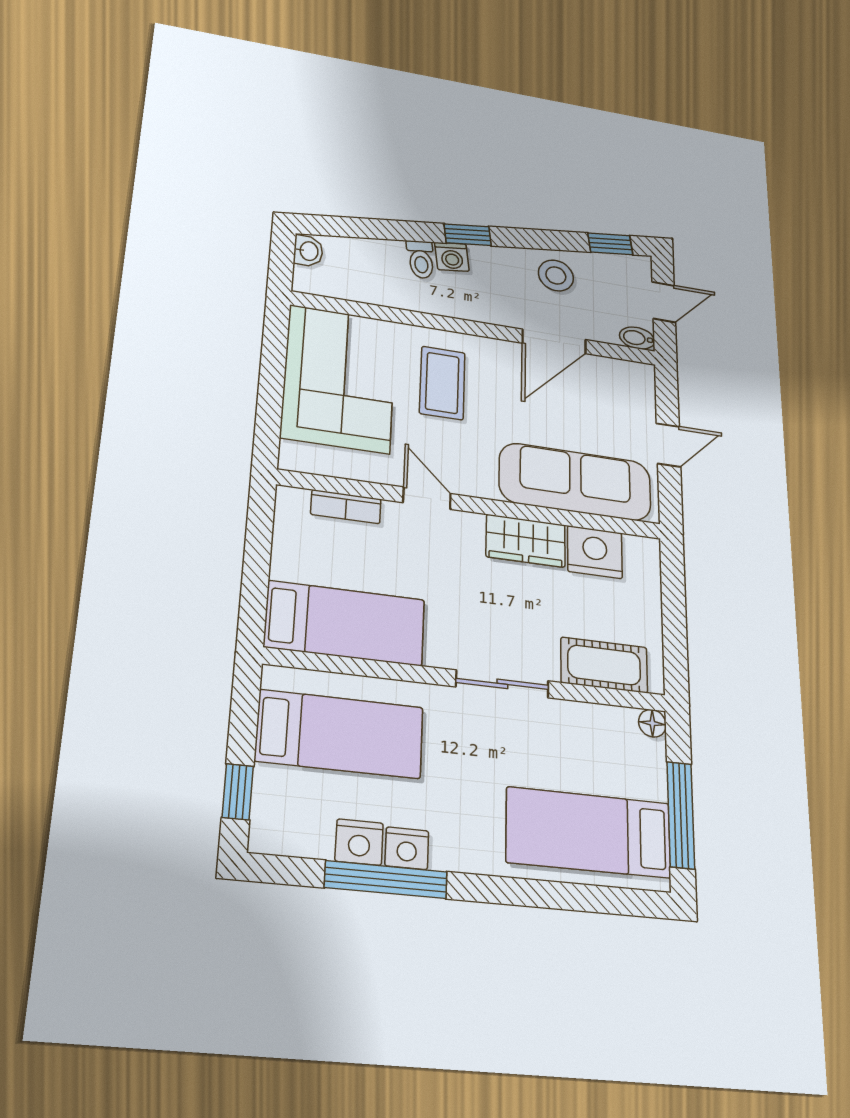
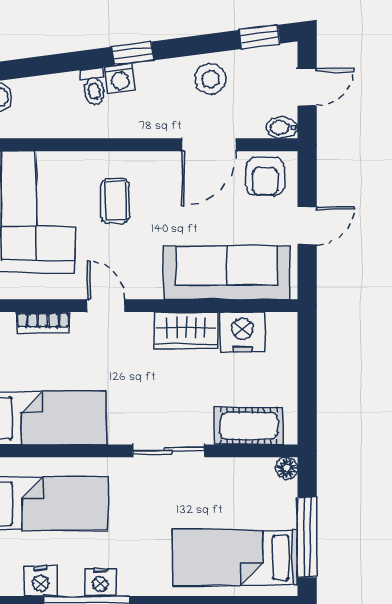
coffee table: (442, 383) -> (115, 201), width x0.73, depth x0.77
armchair: (619, 385) -> (265, 176), added
nightstand: (359, 842) -> (41, 581), moved

